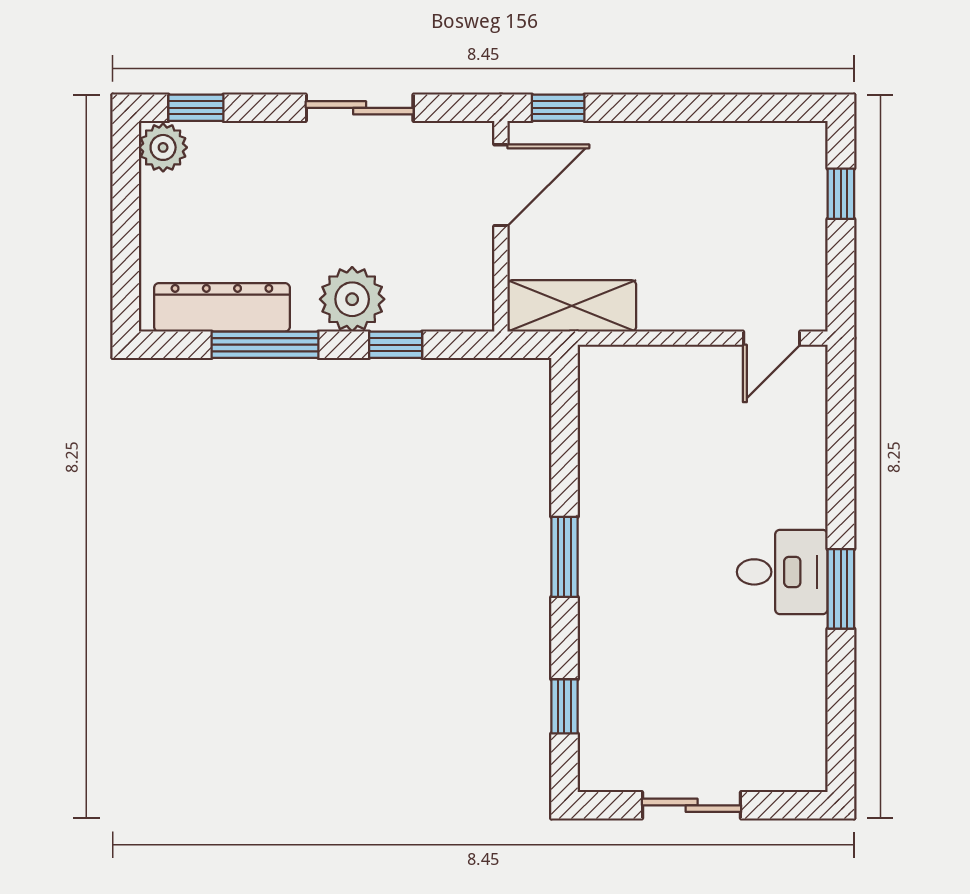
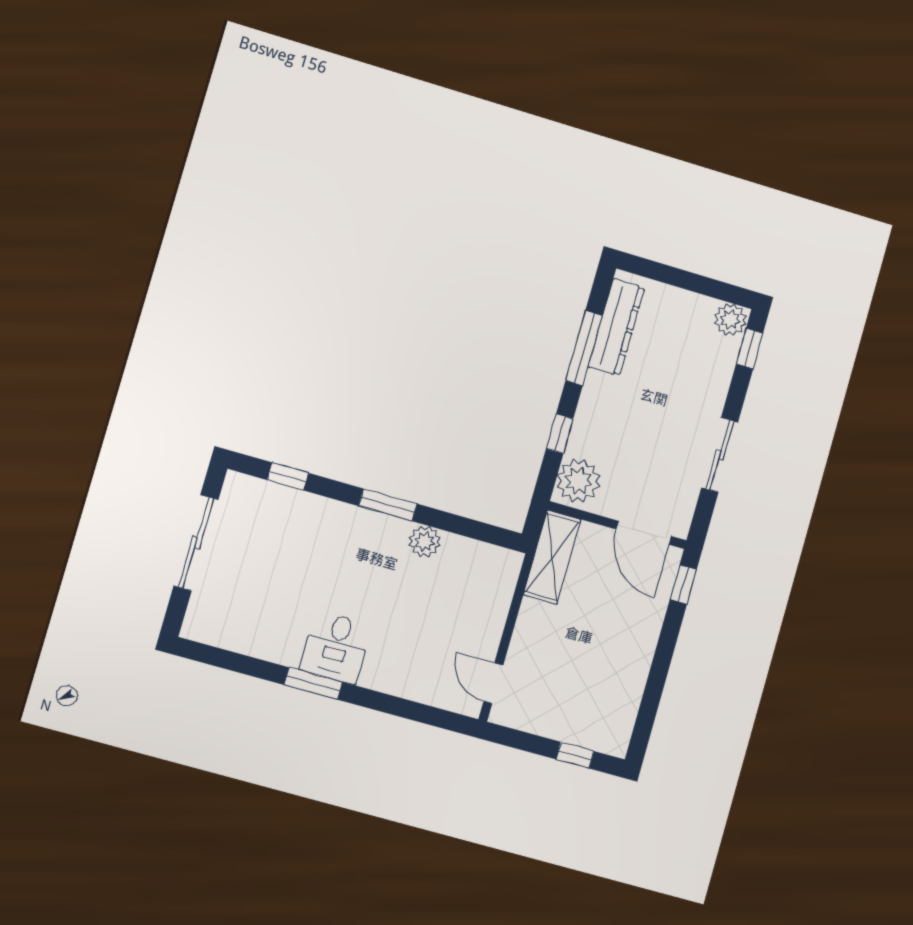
plant: (352, 299) -> (578, 481), moved
plant: (601, 491) -> (425, 542), added
sliding door: (692, 805) -> (196, 543), width x1.37

